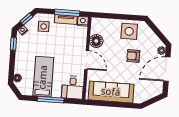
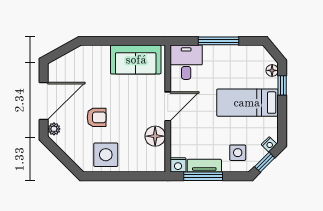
window: (13, 44) -> (282, 85), moved
door: (87, 60) -> (168, 106), swing flipped
bed: (43, 77) -> (247, 103), moved, turned 90
sofa: (111, 92) -> (136, 60), width x0.73

